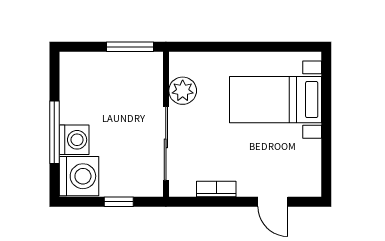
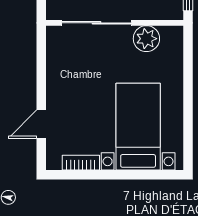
bookcase: (216, 189) -> (81, 163), moved, turned -90

